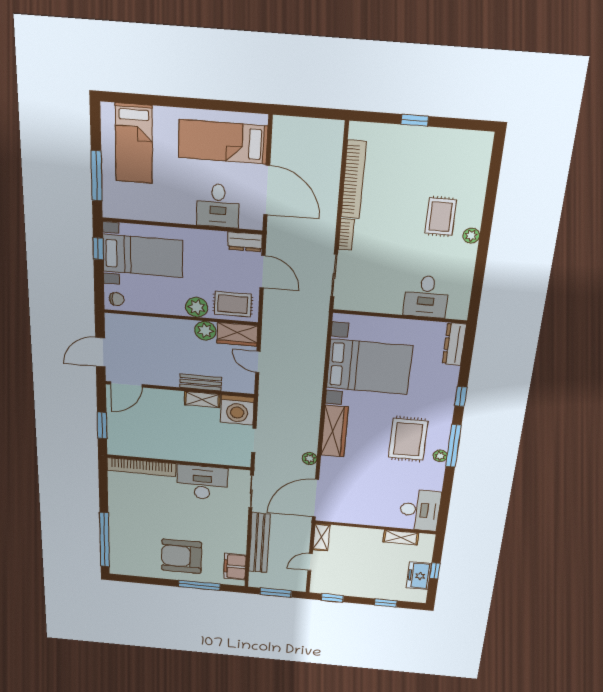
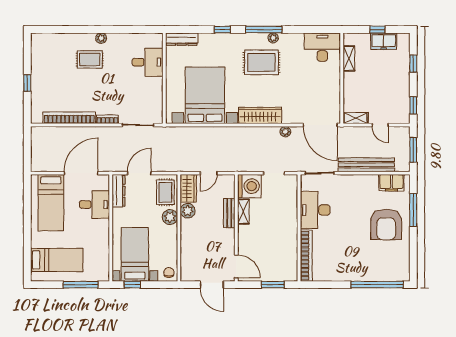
dresser: (245, 242) -> (119, 191), width x1.44

